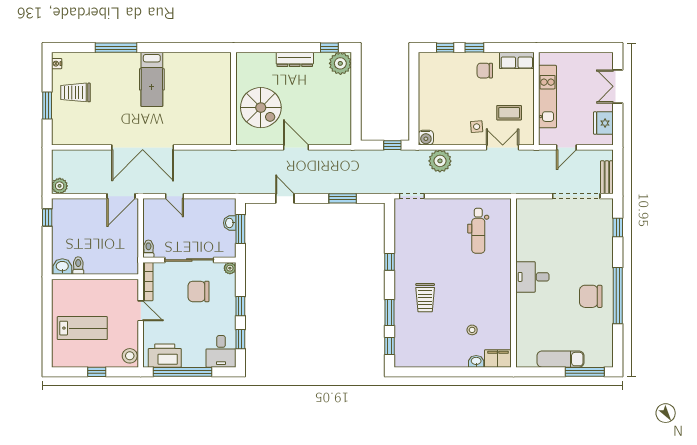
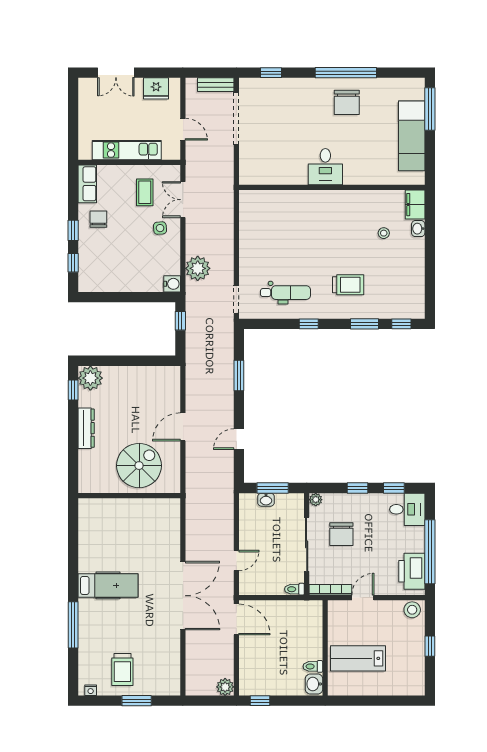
chair: (485, 71) -> (98, 219), turned 180
dental chair: (478, 231) -> (285, 293), moved
lab bench: (82, 328) -> (358, 658), moved, turned -90
exam couch: (560, 359) -> (412, 136), width x1.36, depth x1.45

